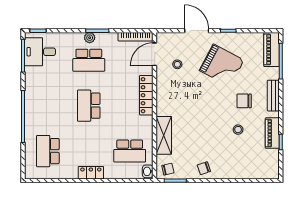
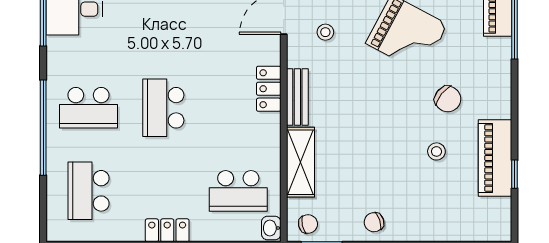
school desk: (89, 60) -> (88, 108), moved
locker: (146, 95) -> (269, 89), width x0.66
bench: (273, 96) -> (297, 97), moved
chair: (244, 101) -> (448, 99), turned -142
piano: (272, 133) -> (495, 158), width x1.37, depth x1.33

